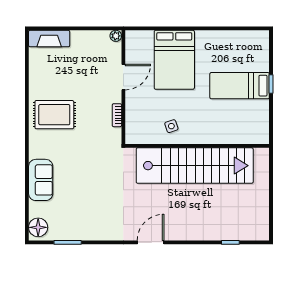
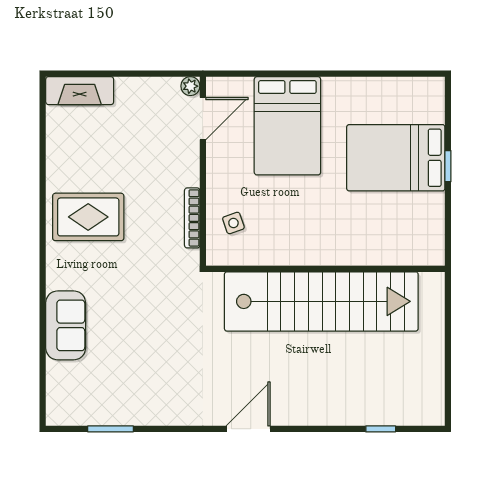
door: (123, 77) -> (203, 119), moved
bed: (240, 86) -> (396, 158), width x1.50
bookcase: (117, 115) -> (192, 218), width x1.56
side table: (171, 126) -> (233, 223), moved
floor lamp: (38, 227) -> (61, 404), removed

